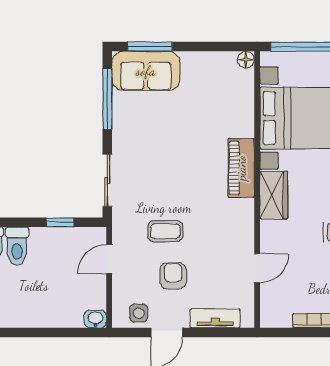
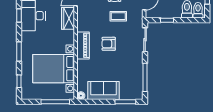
sofa: (146, 71) -> (104, 90), moved
armchair: (186, 172) -> (109, 44), added
wardrobe: (274, 195) -> (68, 18), moved

